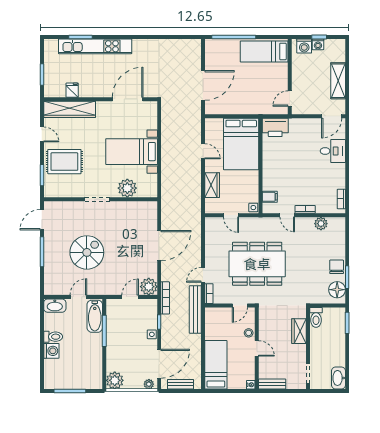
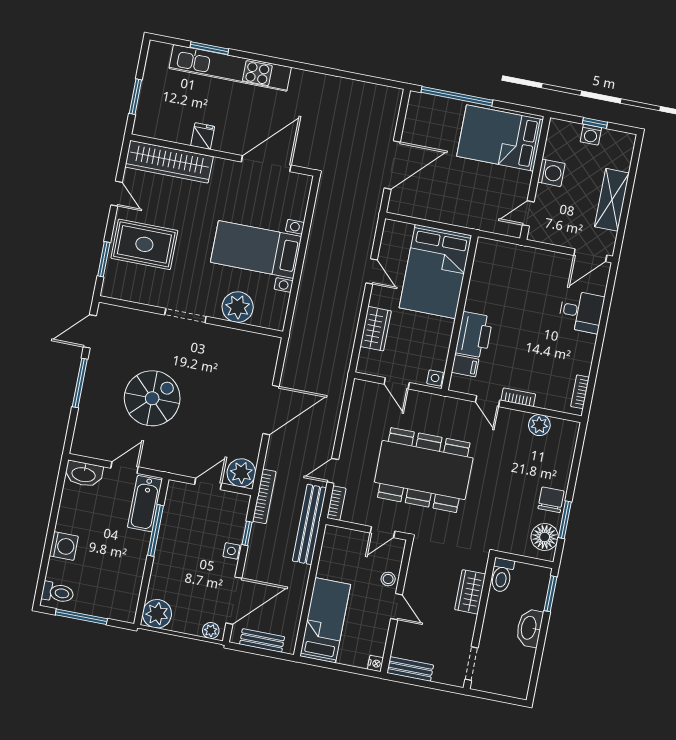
washing machine: (304, 46) -> (551, 173), moved, turned -90
bed: (264, 51) -> (500, 138), width x1.50
fridge: (72, 90) -> (203, 136), moved
printer: (275, 127) -> (474, 335), moved, turned -90
toilet: (53, 337) -> (58, 593), moved
washbasin: (338, 378) -> (529, 628), moved

